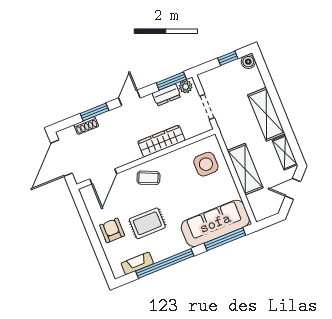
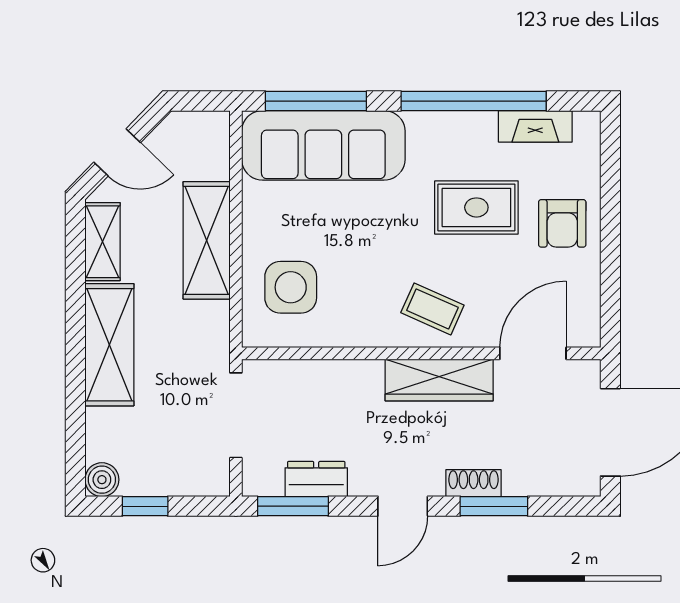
plant: (186, 87) -> (266, 480), removed
doorway: (207, 107) -> (236, 415), width x1.38
shoe rack: (86, 126) -> (474, 483), moved
wardrobe: (161, 141) -> (439, 380), moved

